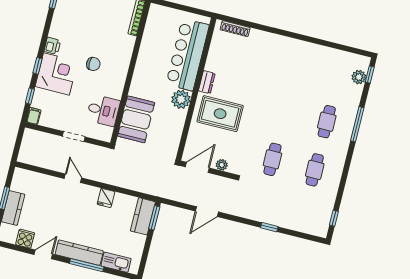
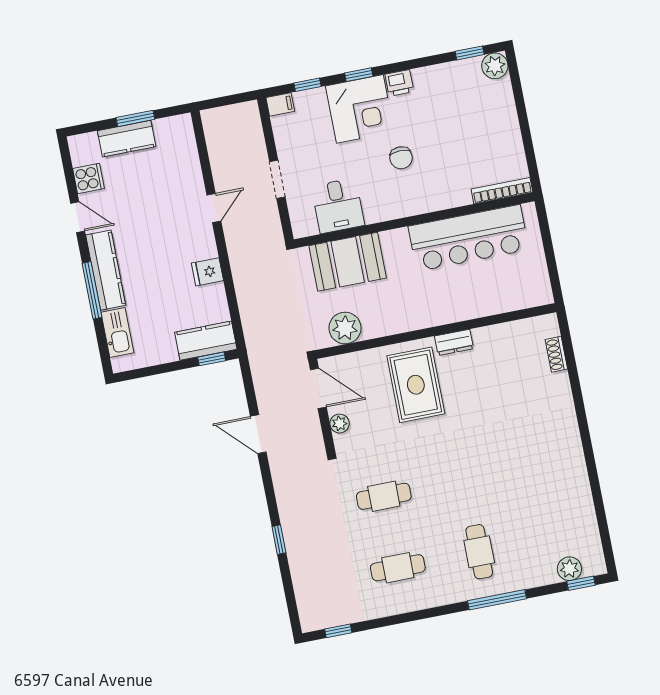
shoe rack: (235, 29) -> (556, 354), width x0.70
bar counter: (187, 55) -> (469, 238), moved, turned 180
plant: (181, 99) -> (345, 328), moved
cafe table: (327, 122) -> (479, 552), turned 90
window: (154, 218) -> (212, 359), width x0.67

